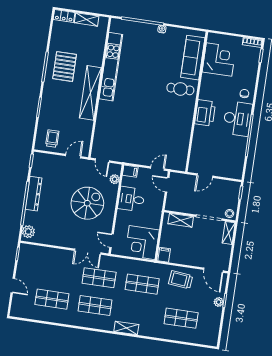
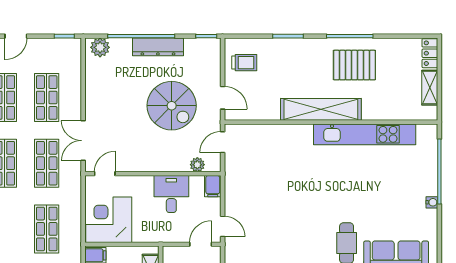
spiral stairs: (87, 203) -> (172, 106), moved
shop shelf: (56, 271) -> (47, 97), added

